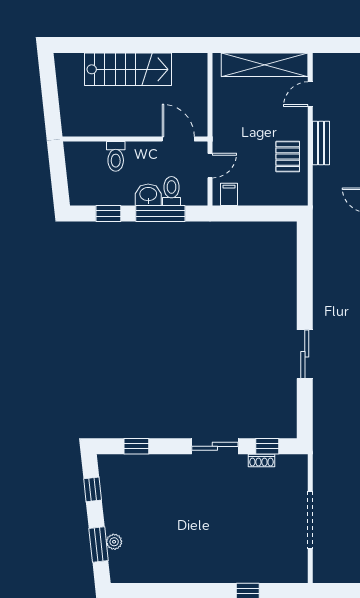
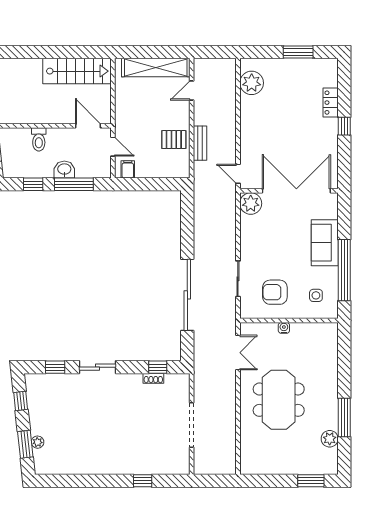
stairs: (128, 69) -> (77, 71), moved
bench: (321, 143) -> (200, 143), moved
pallet: (288, 157) -> (174, 140), turned 90
door: (210, 166) -> (113, 147), hinge flipped
toilet: (172, 191) -> (83, 167), removed
sliding door: (305, 354) -> (187, 295), width x1.86
sliding door: (215, 446) -> (98, 367), moved

